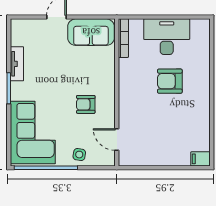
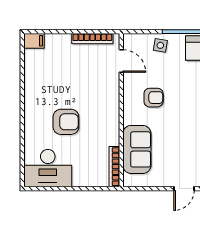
sofa: (91, 32) -> (137, 149), moved, turned 90
desk: (167, 37) -> (48, 168), moved
bookcase: (144, 161) -> (92, 39), added

